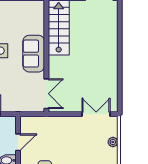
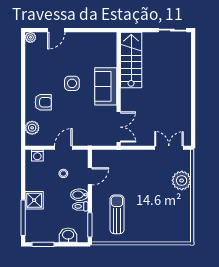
plant: (113, 142) -> (182, 180), width x1.88, depth x1.88

